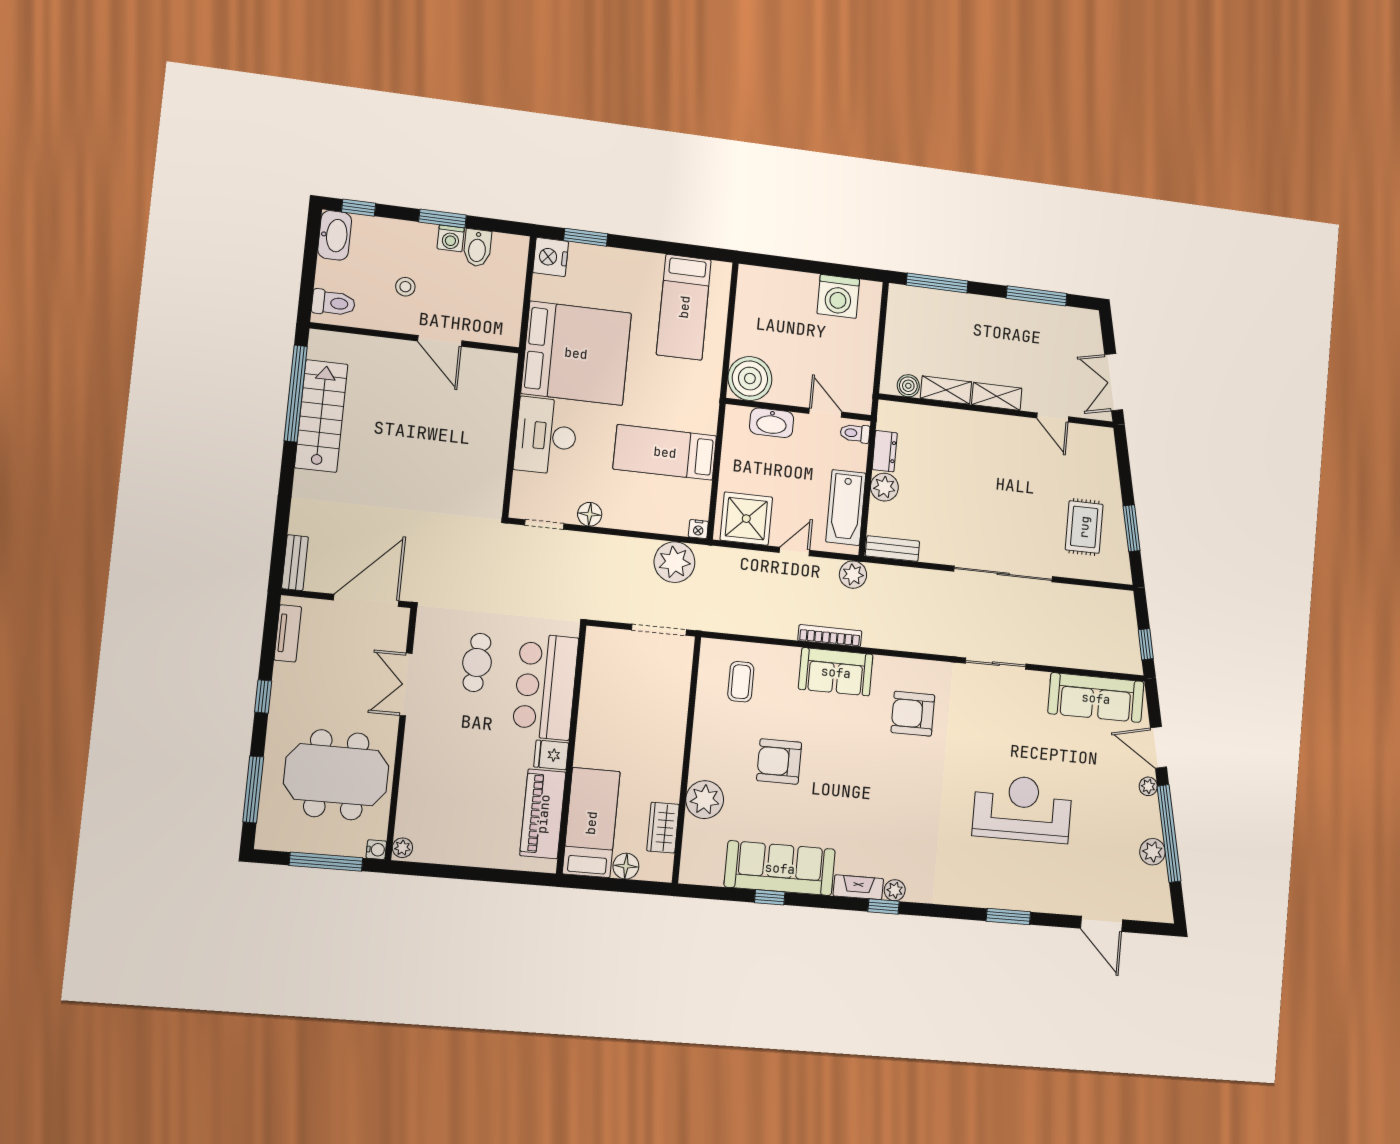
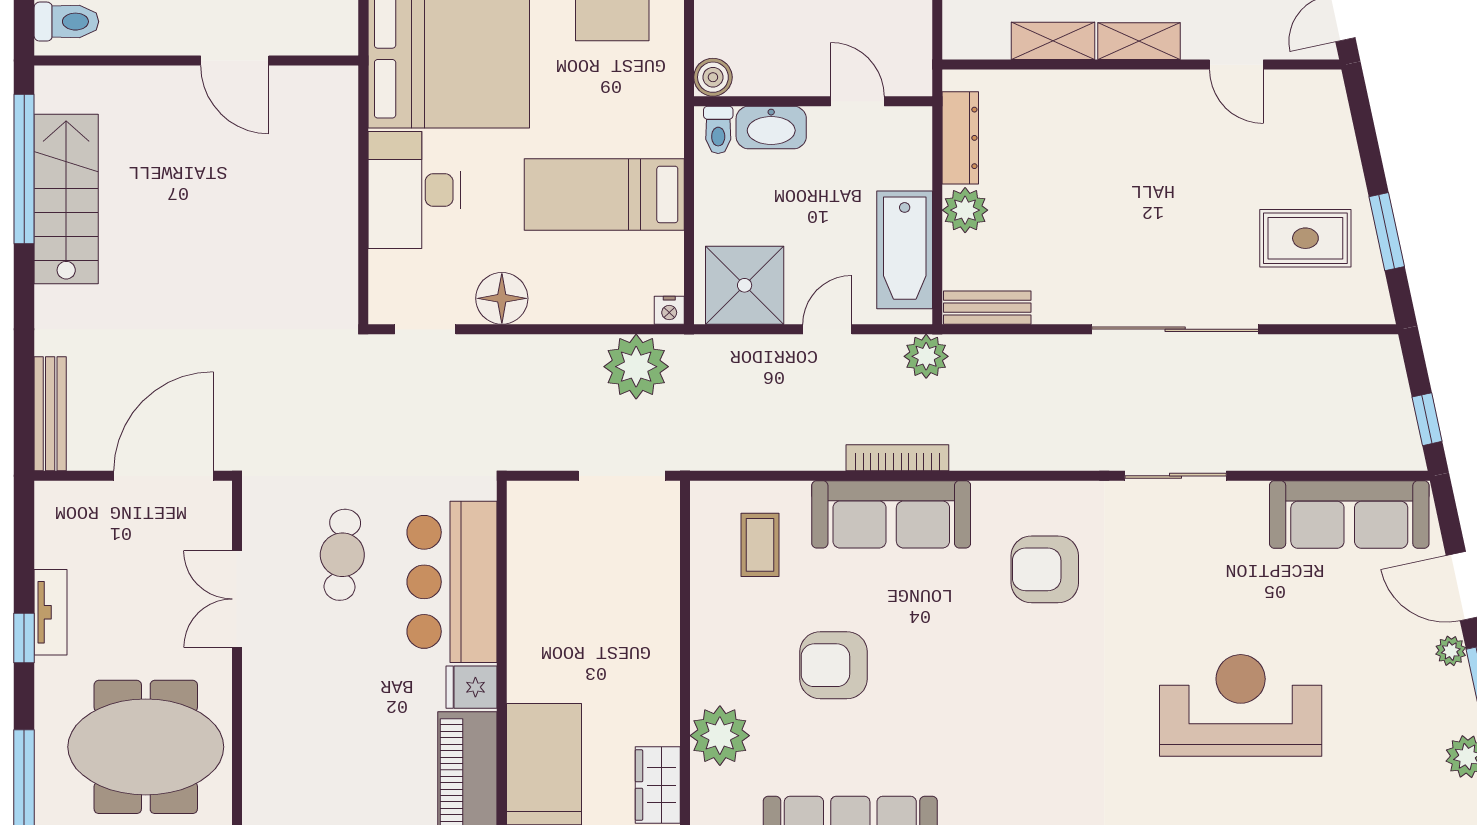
boiler: (750, 379) -> (713, 77), width x0.54, depth x0.54
boiler: (908, 386) -> (990, 41), removed
toilet: (855, 433) -> (718, 130), moved, turned -90
dresser: (885, 451) -> (960, 138), width x1.44
floor lamp: (590, 514) -> (502, 298), width x1.38, depth x1.38
rug: (1084, 527) -> (1305, 238), turned 90
bench: (295, 563) -> (50, 414), width x1.36
tv unit: (288, 633) -> (51, 612), moved
sofa: (836, 672) -> (891, 514), width x1.36

